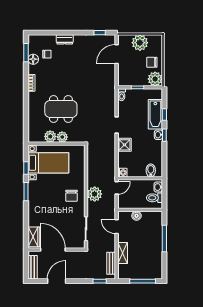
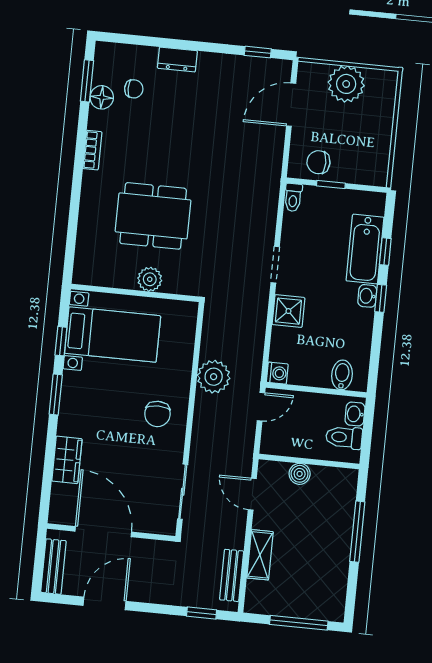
chair: (152, 62) -> (318, 162), moved
plant: (155, 79) -> (372, 169), removed
plant: (50, 136) -> (123, 275), removed
plant: (95, 194) -> (214, 377), moved
wardrobe: (34, 237) -> (67, 460), moved

